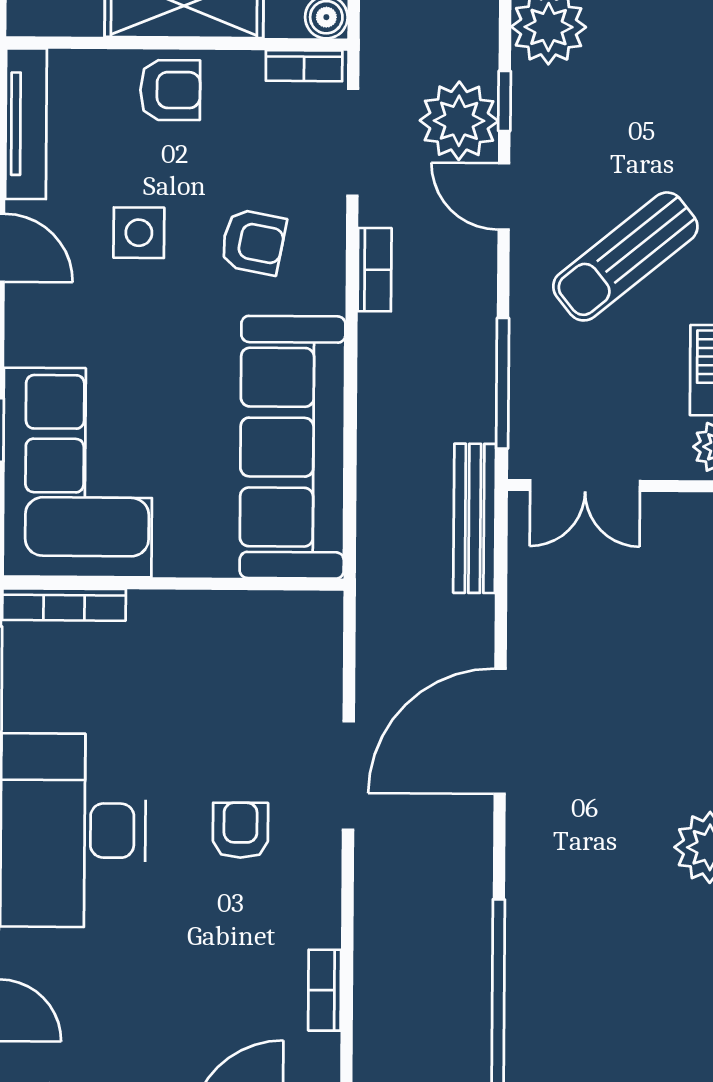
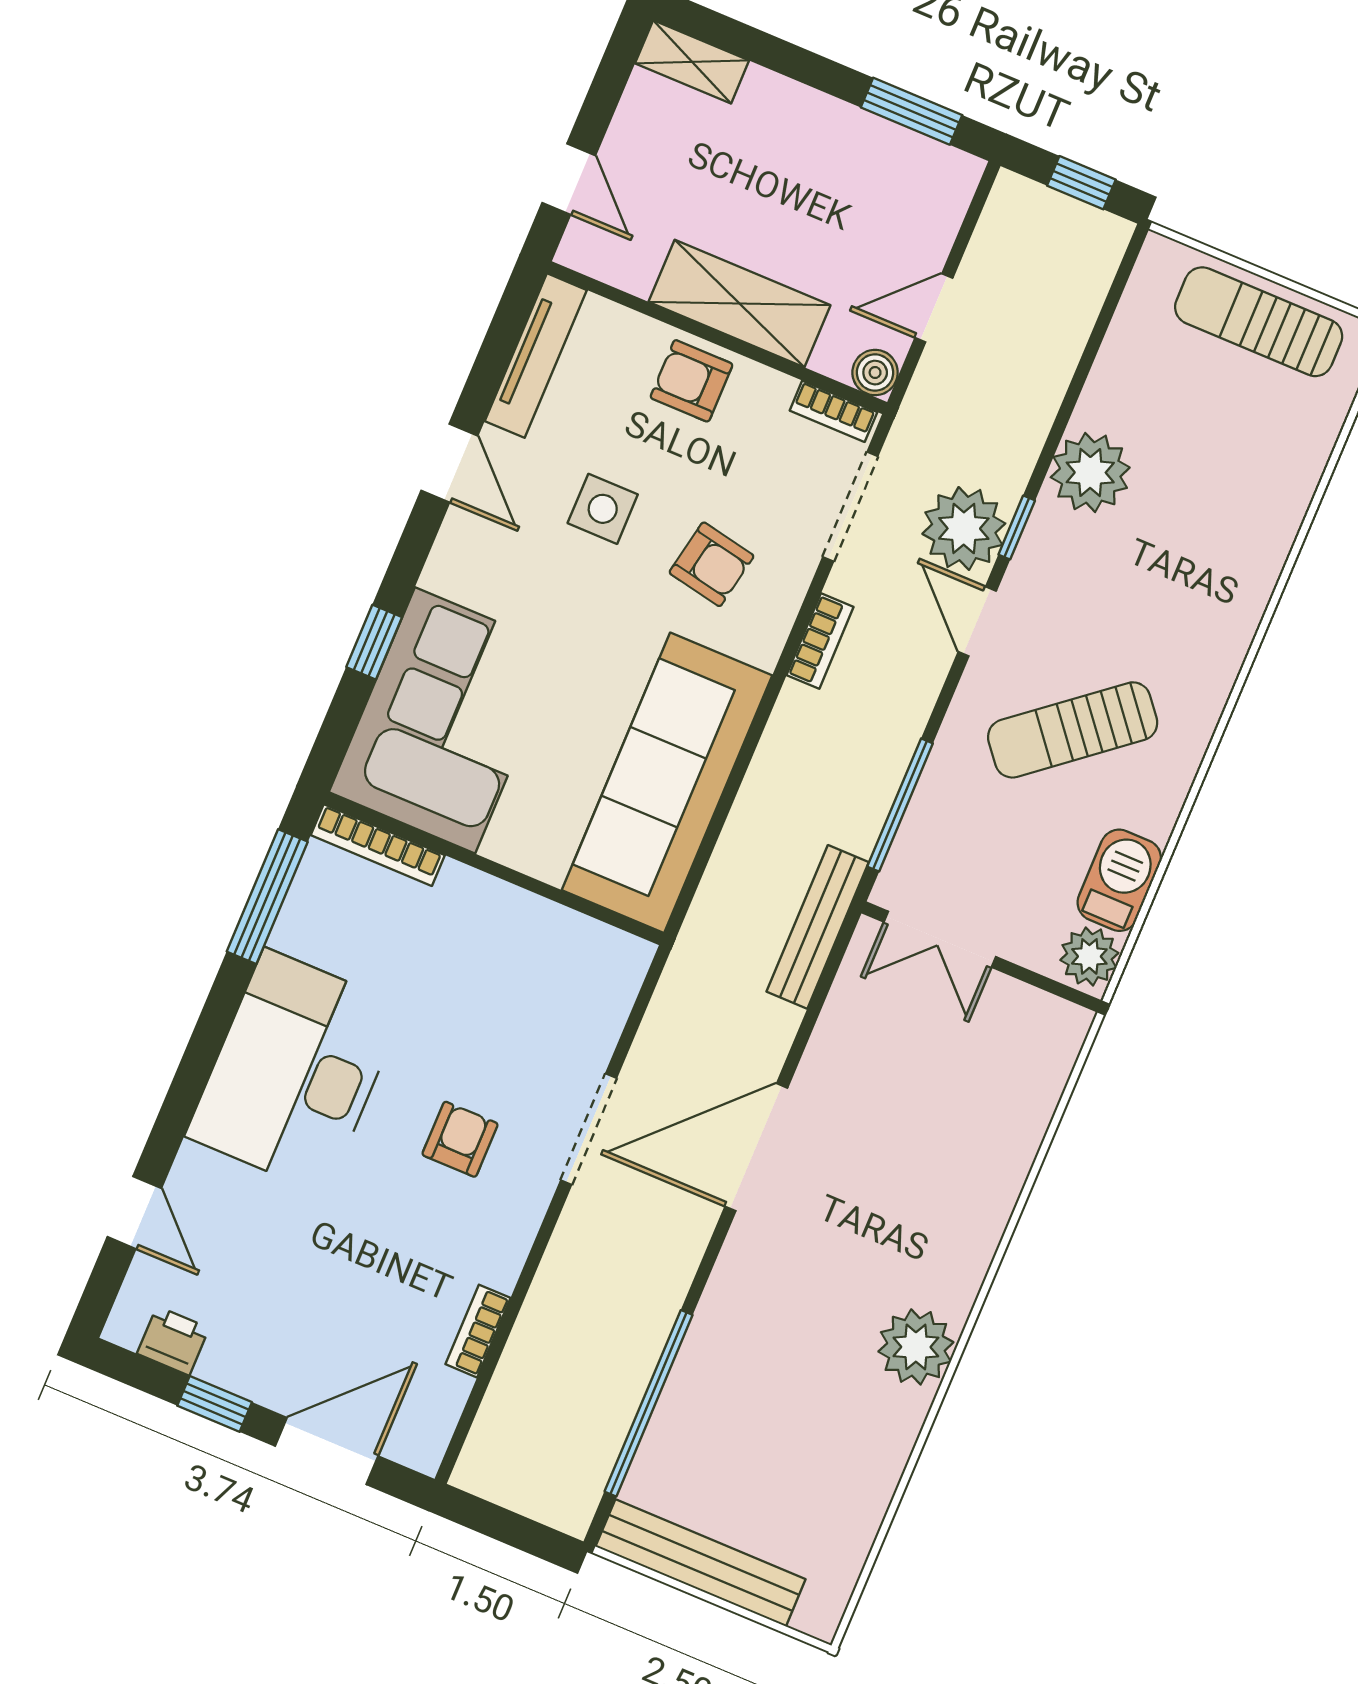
armchair: (170, 90) -> (691, 381), turned 180

